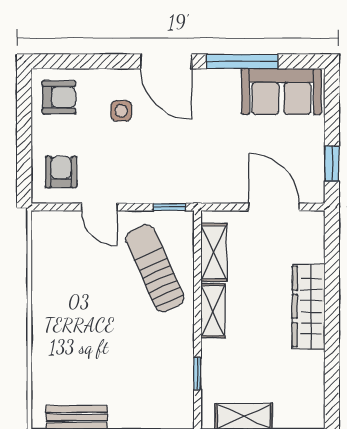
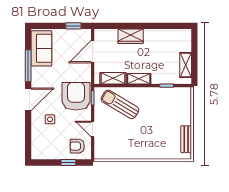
armchair: (59, 97) -> (76, 96), moved, width x1.88, depth x1.88
window: (24, 152) -> (68, 163), added
door: (99, 207) -> (93, 129), swing flipped
sun lounger: (155, 268) -> (120, 104), turned 55
wardrobe: (309, 306) -> (131, 36), width x0.67

